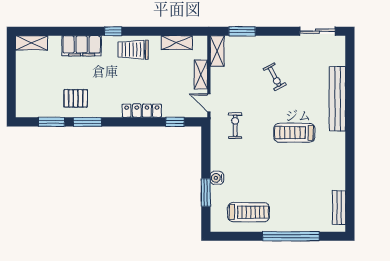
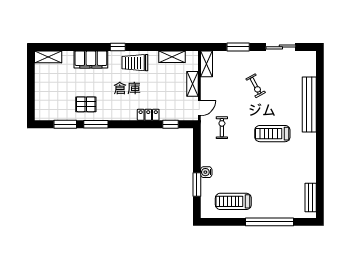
window: (242, 31) -> (238, 47), moved
sliding door: (318, 31) -> (281, 47), moved
door: (209, 103) -> (199, 108), swing flipped
locker: (142, 111) -> (148, 115), width x0.66
treadmill: (249, 212) -> (233, 201), turned 180

